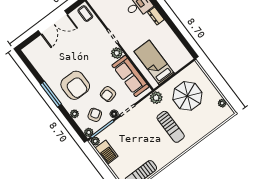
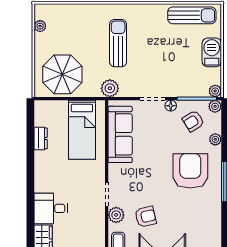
dresser: (156, 16) -> (41, 138), moved
plant: (117, 53) -> (116, 215), moved
armchair: (108, 94) -> (146, 217), moved
parasol: (187, 96) -> (62, 74), moved
barbecue: (107, 152) -> (212, 52), moved

